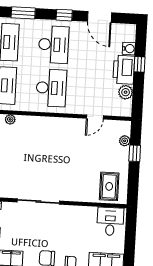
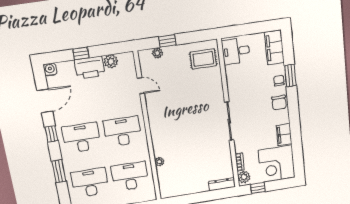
water cooler: (129, 49) -> (50, 69), moved

